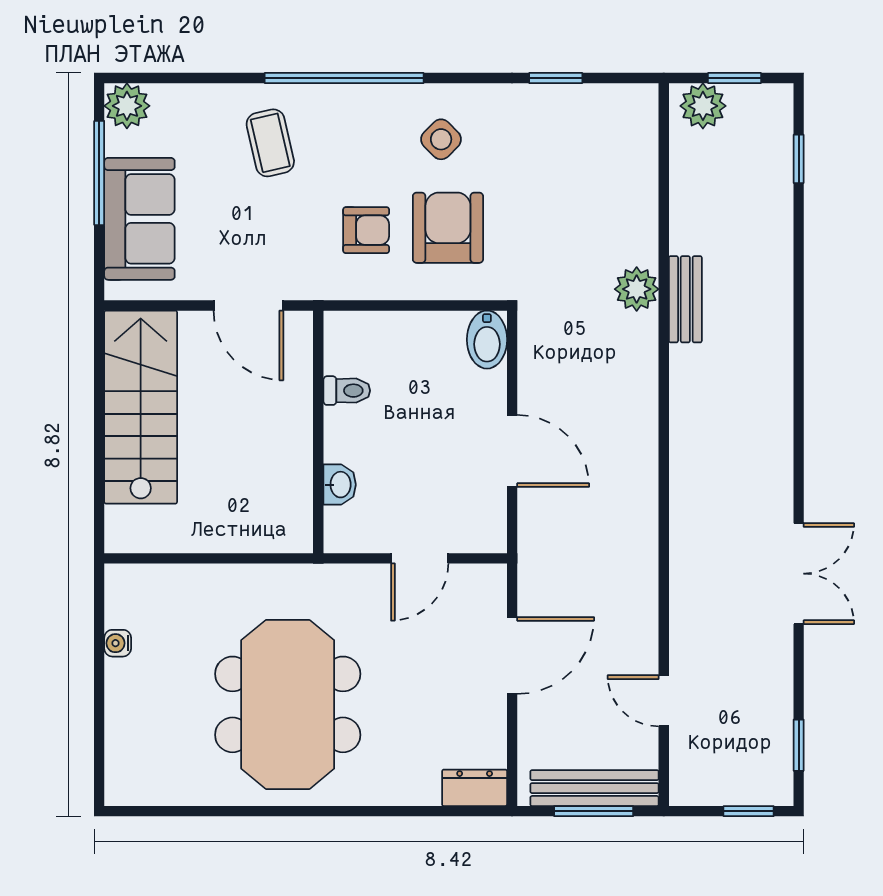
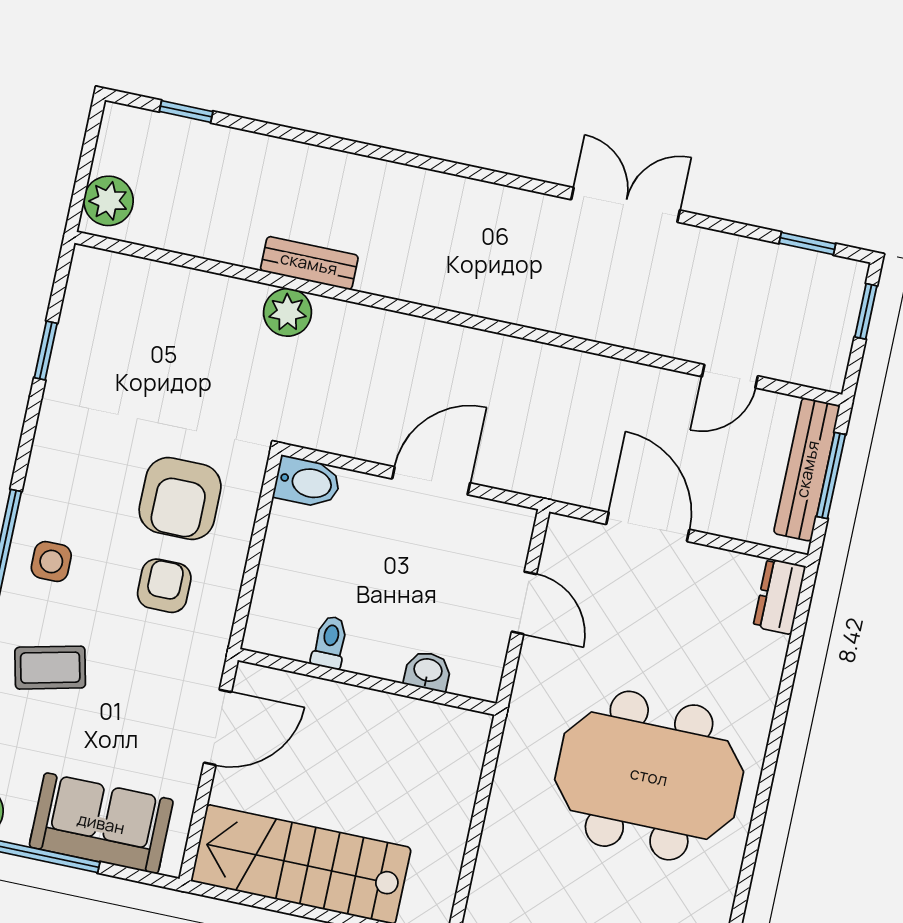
window: (735, 78) -> (86, 161), removed
side table: (441, 139) -> (51, 562), moved, turned 45
armchair: (448, 228) -> (180, 498), turned -90

